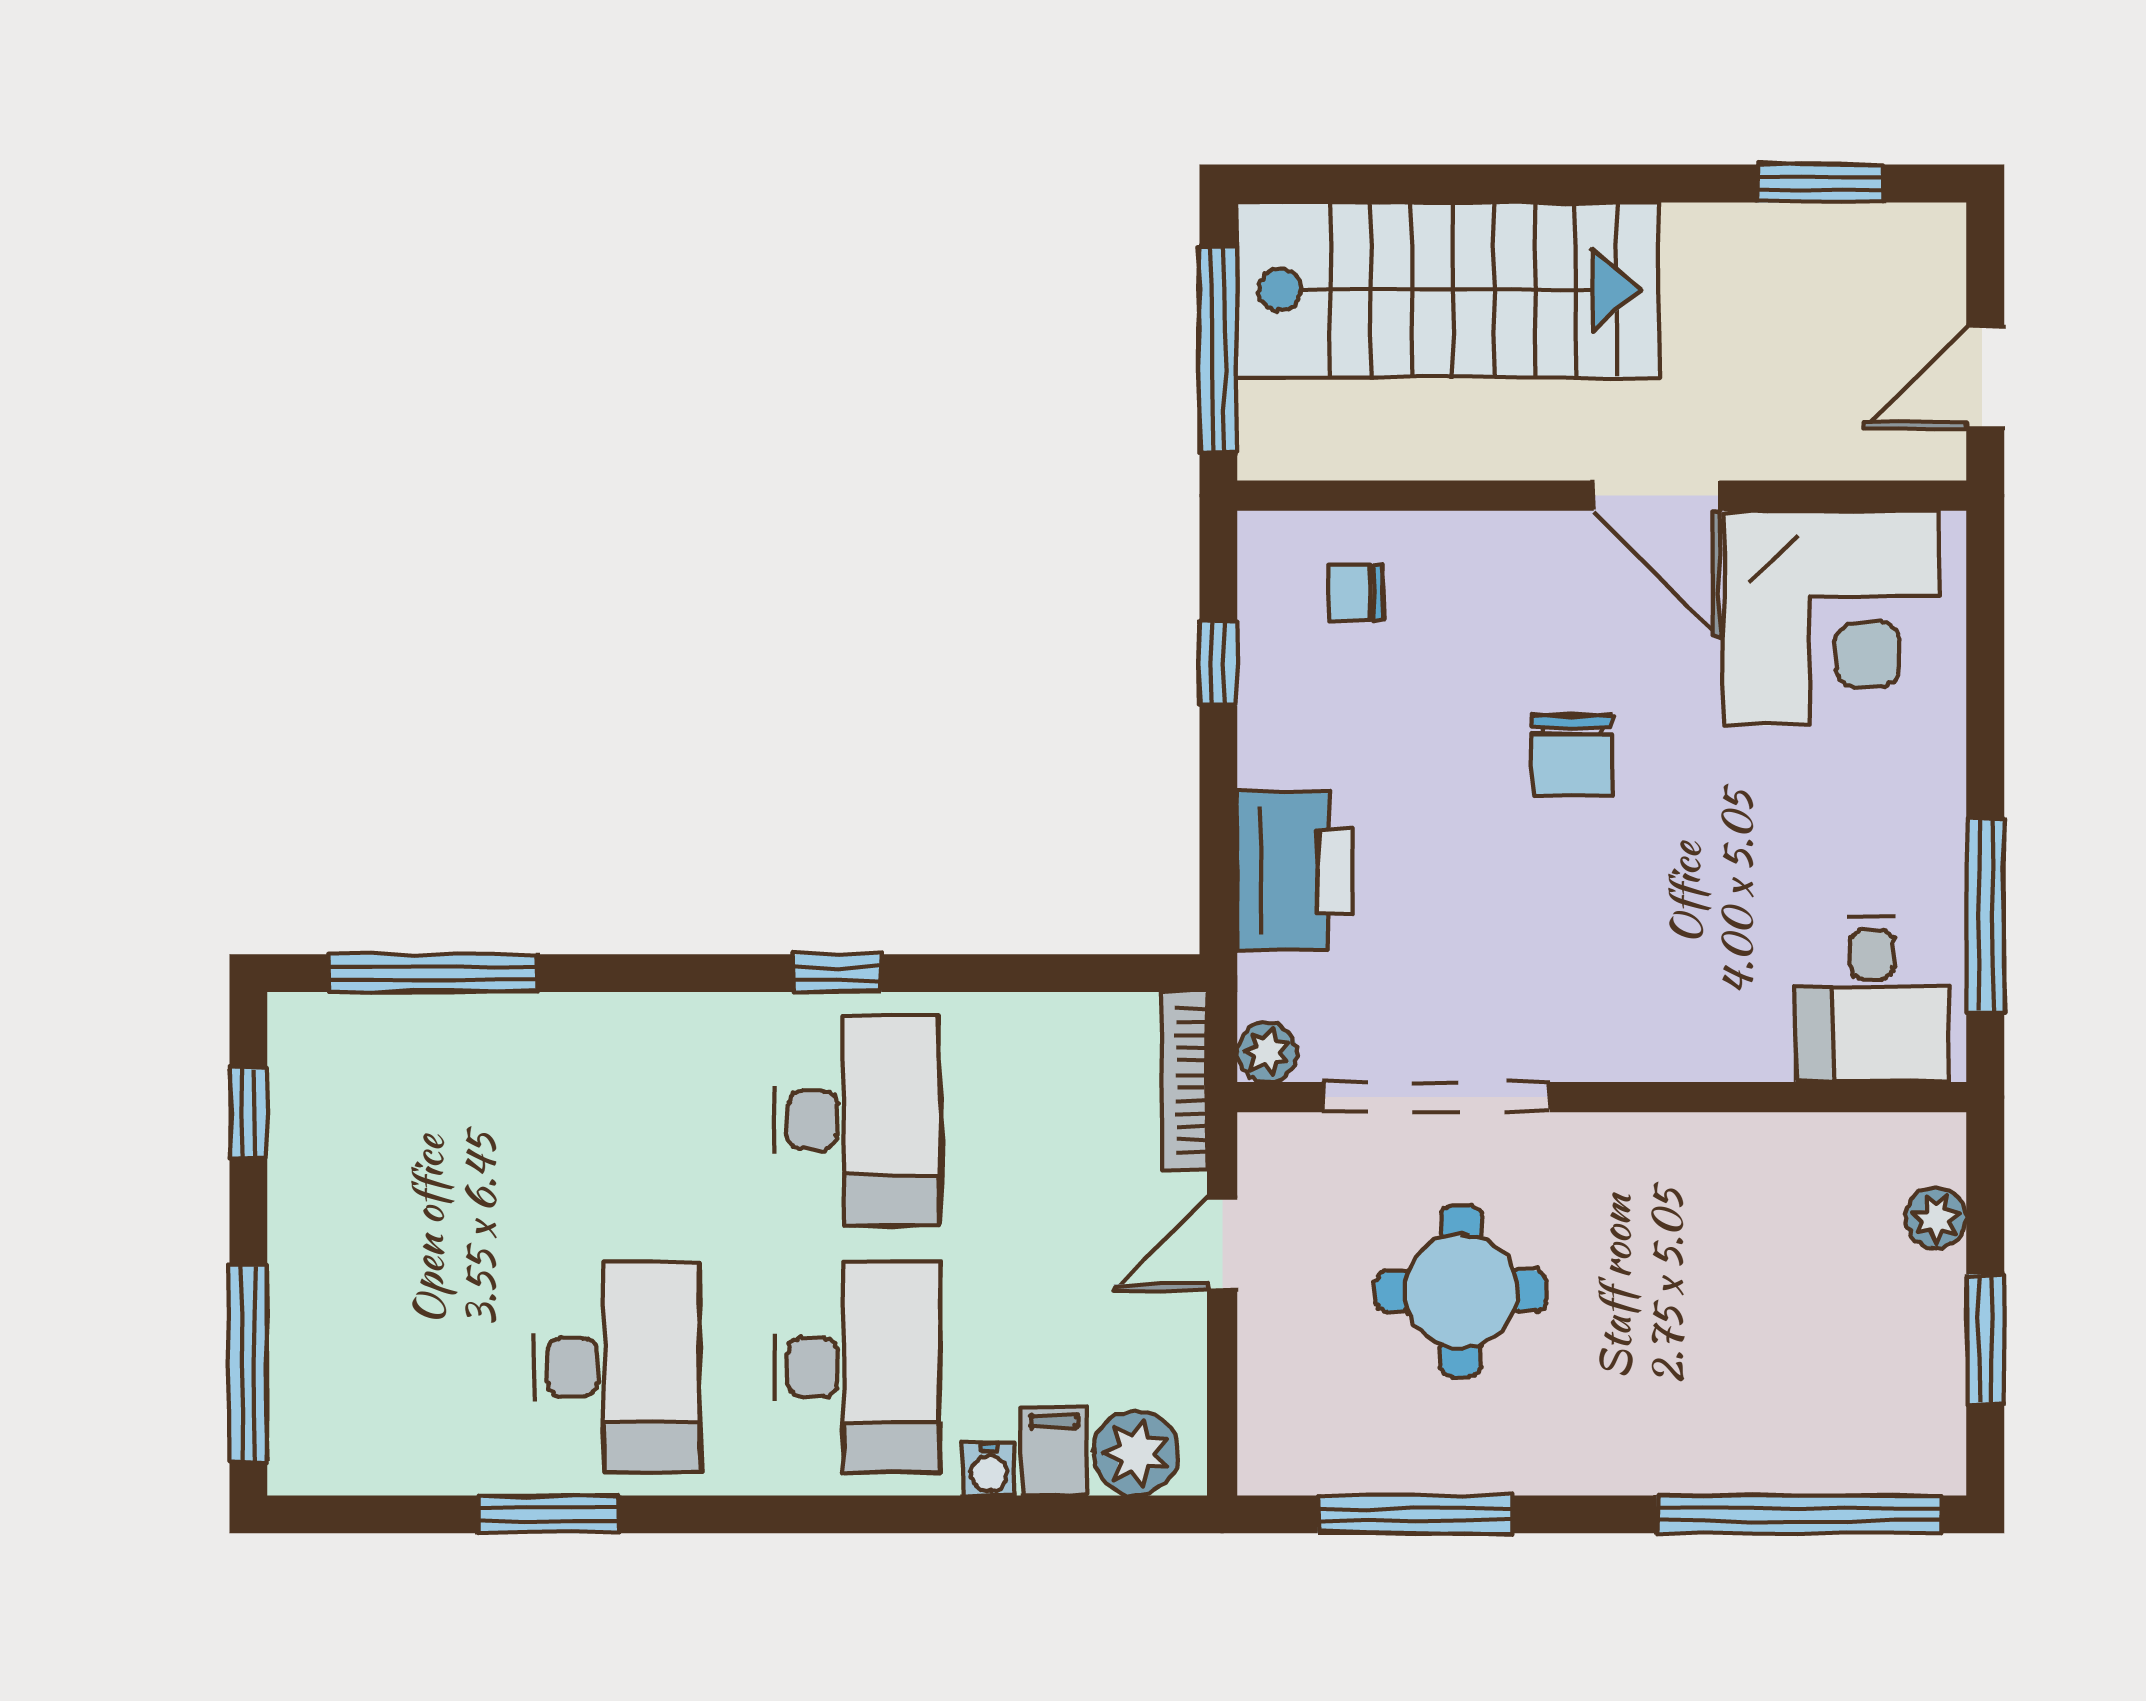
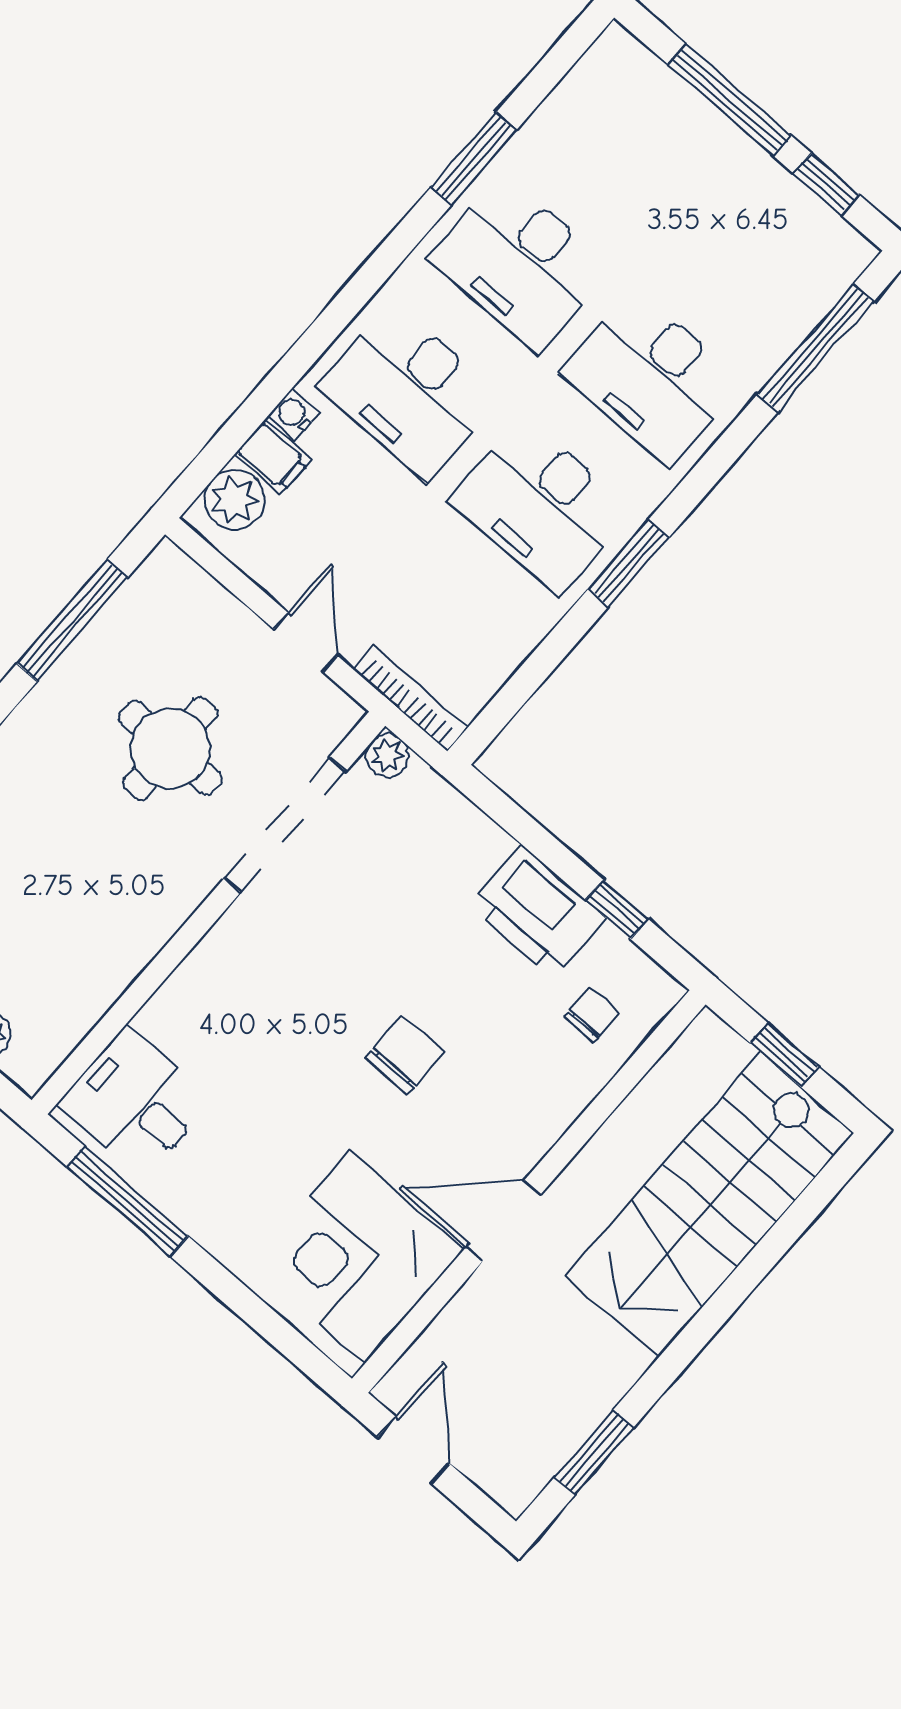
window: (1218, 349) -> (784, 1055), width x0.46
chair: (1572, 755) -> (404, 1055), turned 90
printer: (1295, 871) -> (538, 912), moved
window: (838, 973) -> (628, 563), width x1.50
desk: (617, 1120) -> (652, 378), added
window: (248, 1364) -> (729, 100), moved

